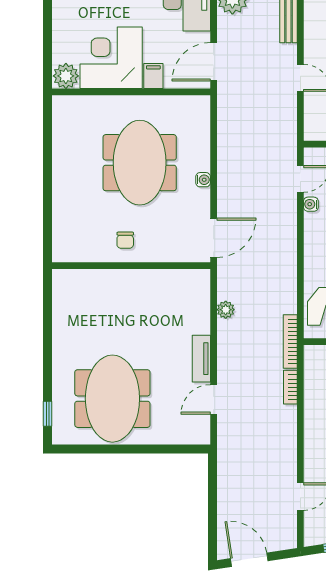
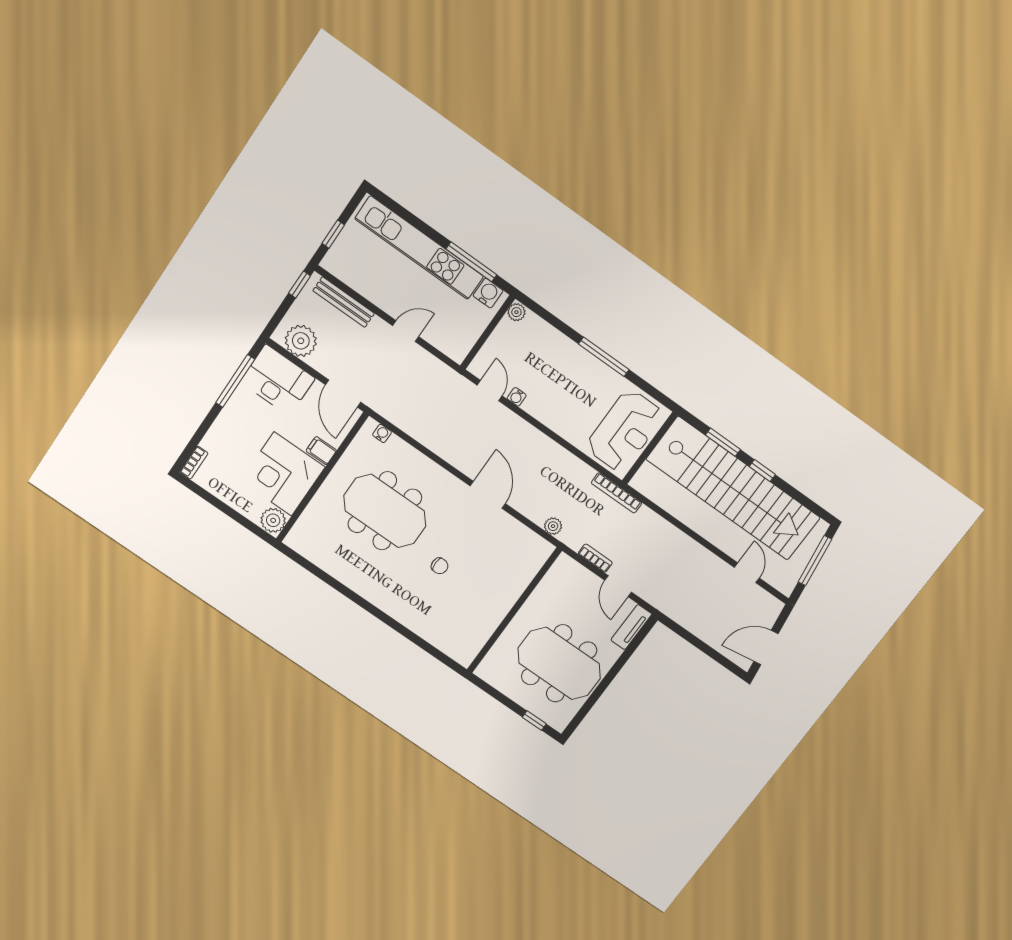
water cooler: (203, 180) -> (382, 433), moved
wall: (131, 266) -> (514, 611), moved
tv unit: (201, 359) -> (631, 627), moved, turned 90
bookcase: (290, 387) -> (595, 558), moved, turned 180

